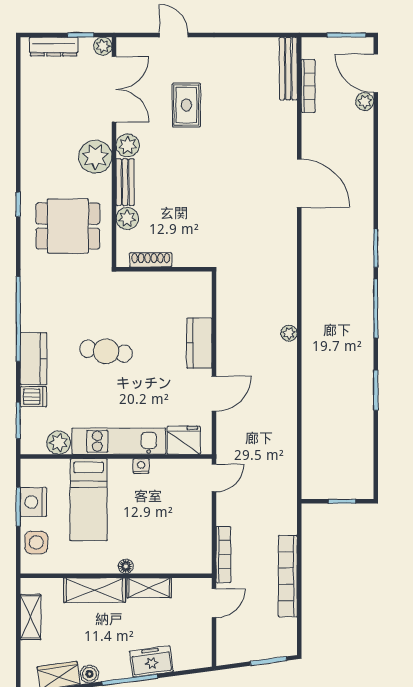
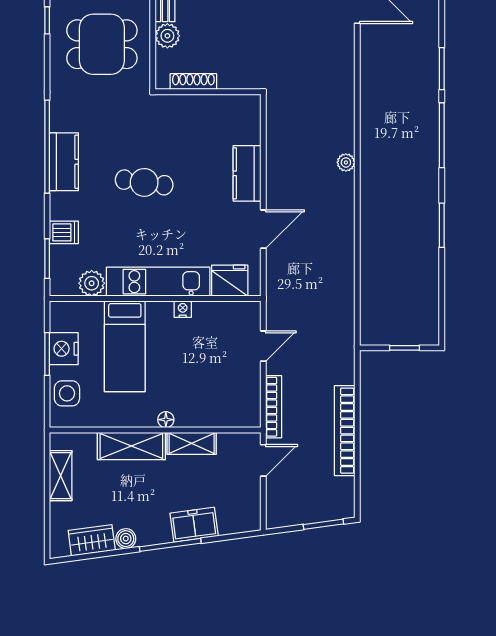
kitchen counter: (33, 359) -> (64, 162), moved
door: (214, 478) -> (263, 346), moved

